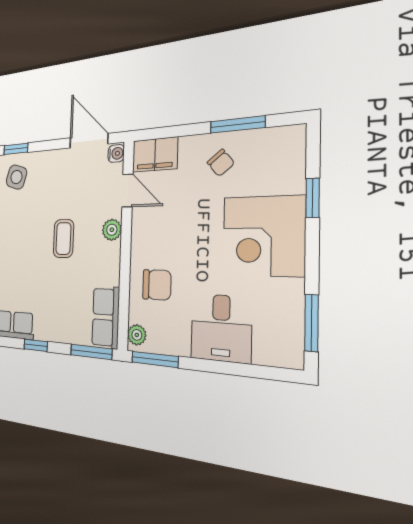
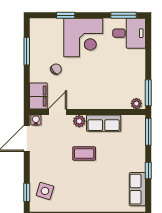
chair: (221, 163) -> (56, 69), moved
chair: (157, 285) -> (109, 93), removed
row of seats: (106, 317) -> (104, 123), moved
desk: (221, 328) -> (129, 33), moved

